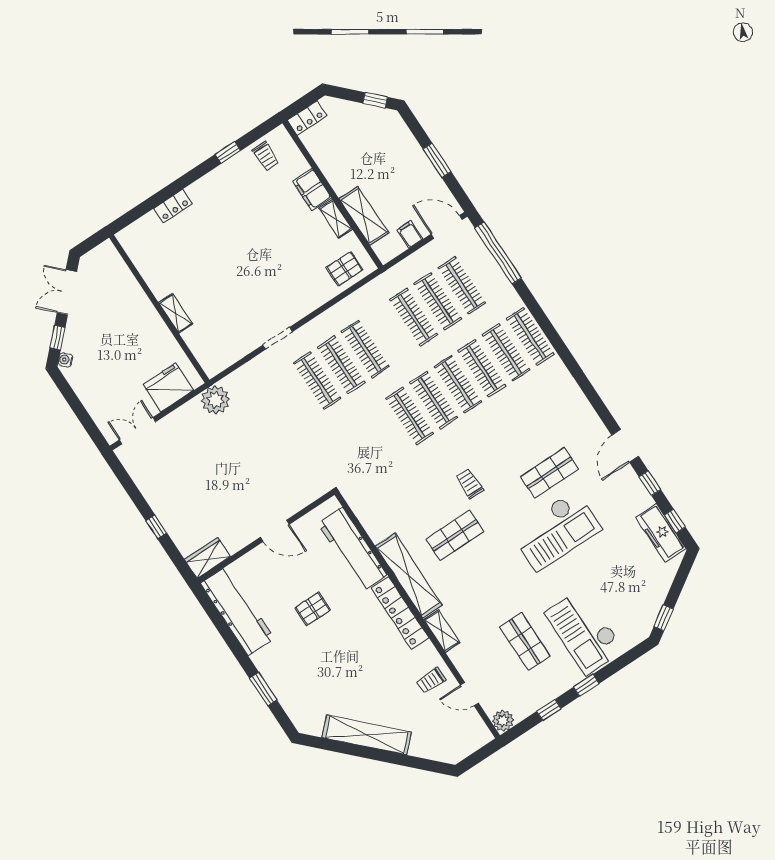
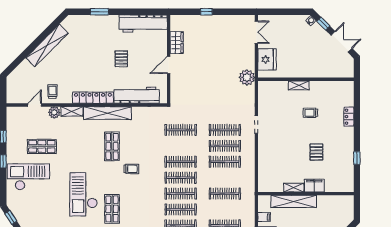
locker: (307, 118) -> (349, 205), removed
trolley: (266, 156) -> (310, 113), moved
shelving: (364, 216) -> (294, 201), width x1.47
pallet: (345, 269) -> (316, 152), moved
clothes rail: (438, 301) -> (181, 130), moved
wardrobe: (207, 558) -> (177, 43), moved
plant: (503, 721) -> (54, 112), moved

